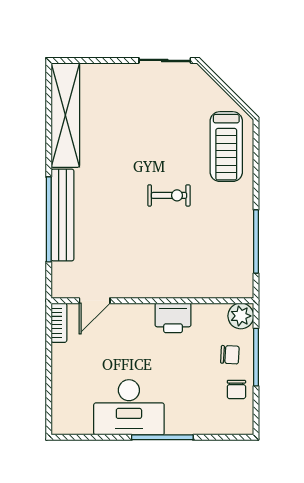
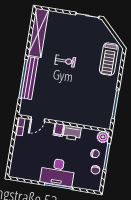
exercise bike: (169, 195) -> (65, 61), moved
filing cabinet: (143, 316) -> (59, 130), added
desk: (129, 407) -> (58, 172), moved

